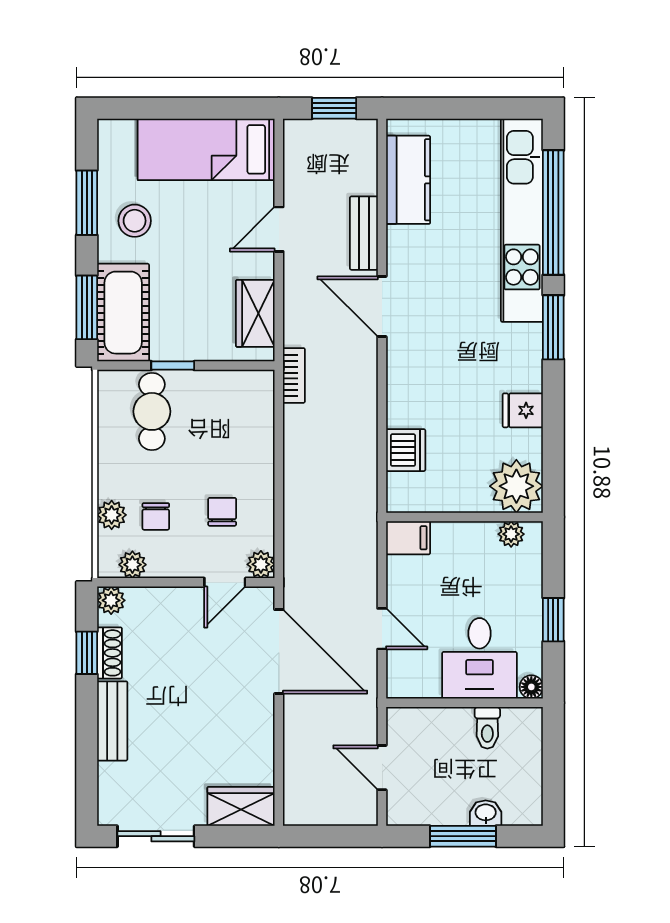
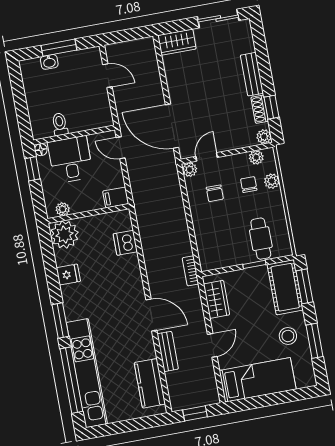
desk: (480, 658) -> (70, 160), moved
floor lamp: (531, 687) -> (41, 150), moved
wall: (465, 703) -> (74, 135), moved
toilet: (487, 728) -> (60, 124), moved

